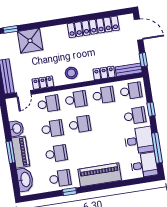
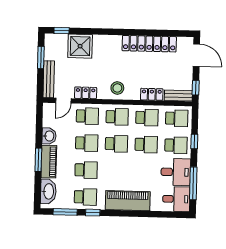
school desk: (107, 120) -> (146, 144), added
window: (44, 196) -> (65, 212), added

